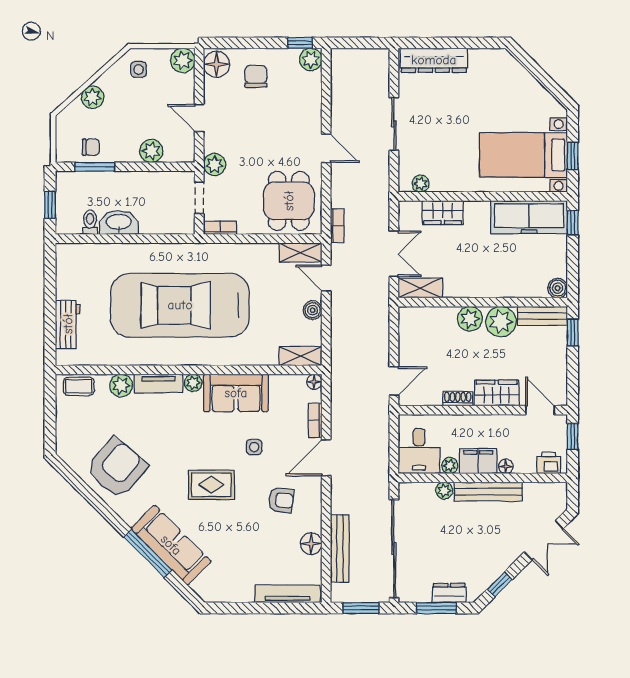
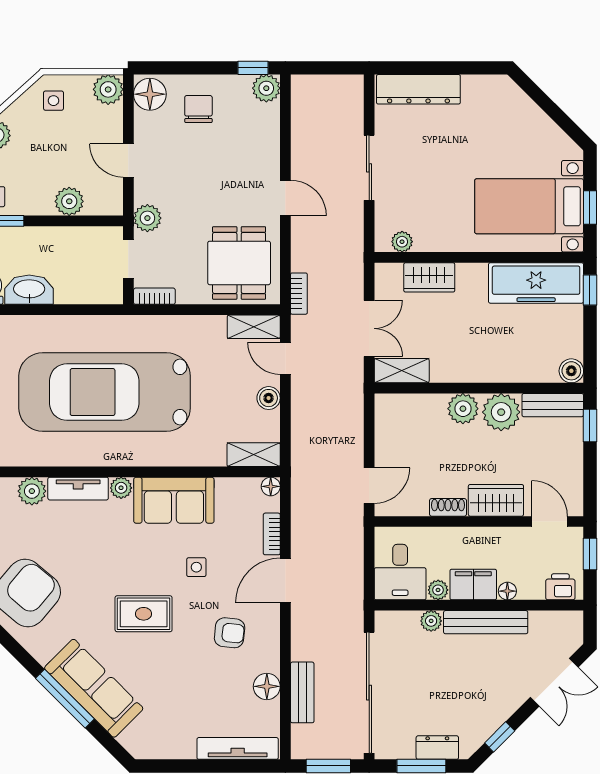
bench: (340, 548) -> (302, 692), width x0.73

